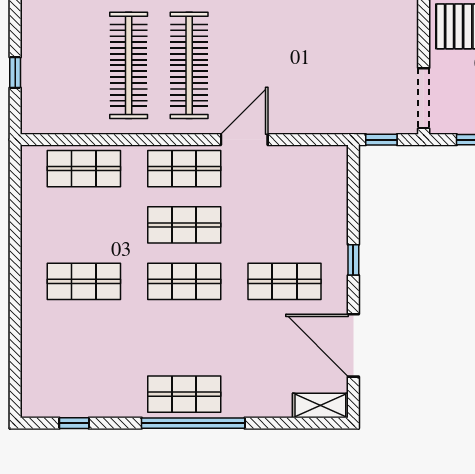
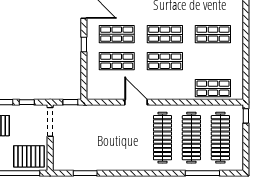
clothes rail: (68, 65) -> (220, 138), added
window: (15, 72) -> (246, 116), moved
door: (244, 140) -> (136, 102), swing flipped
shop shelf: (184, 169) -> (117, 61), moved

